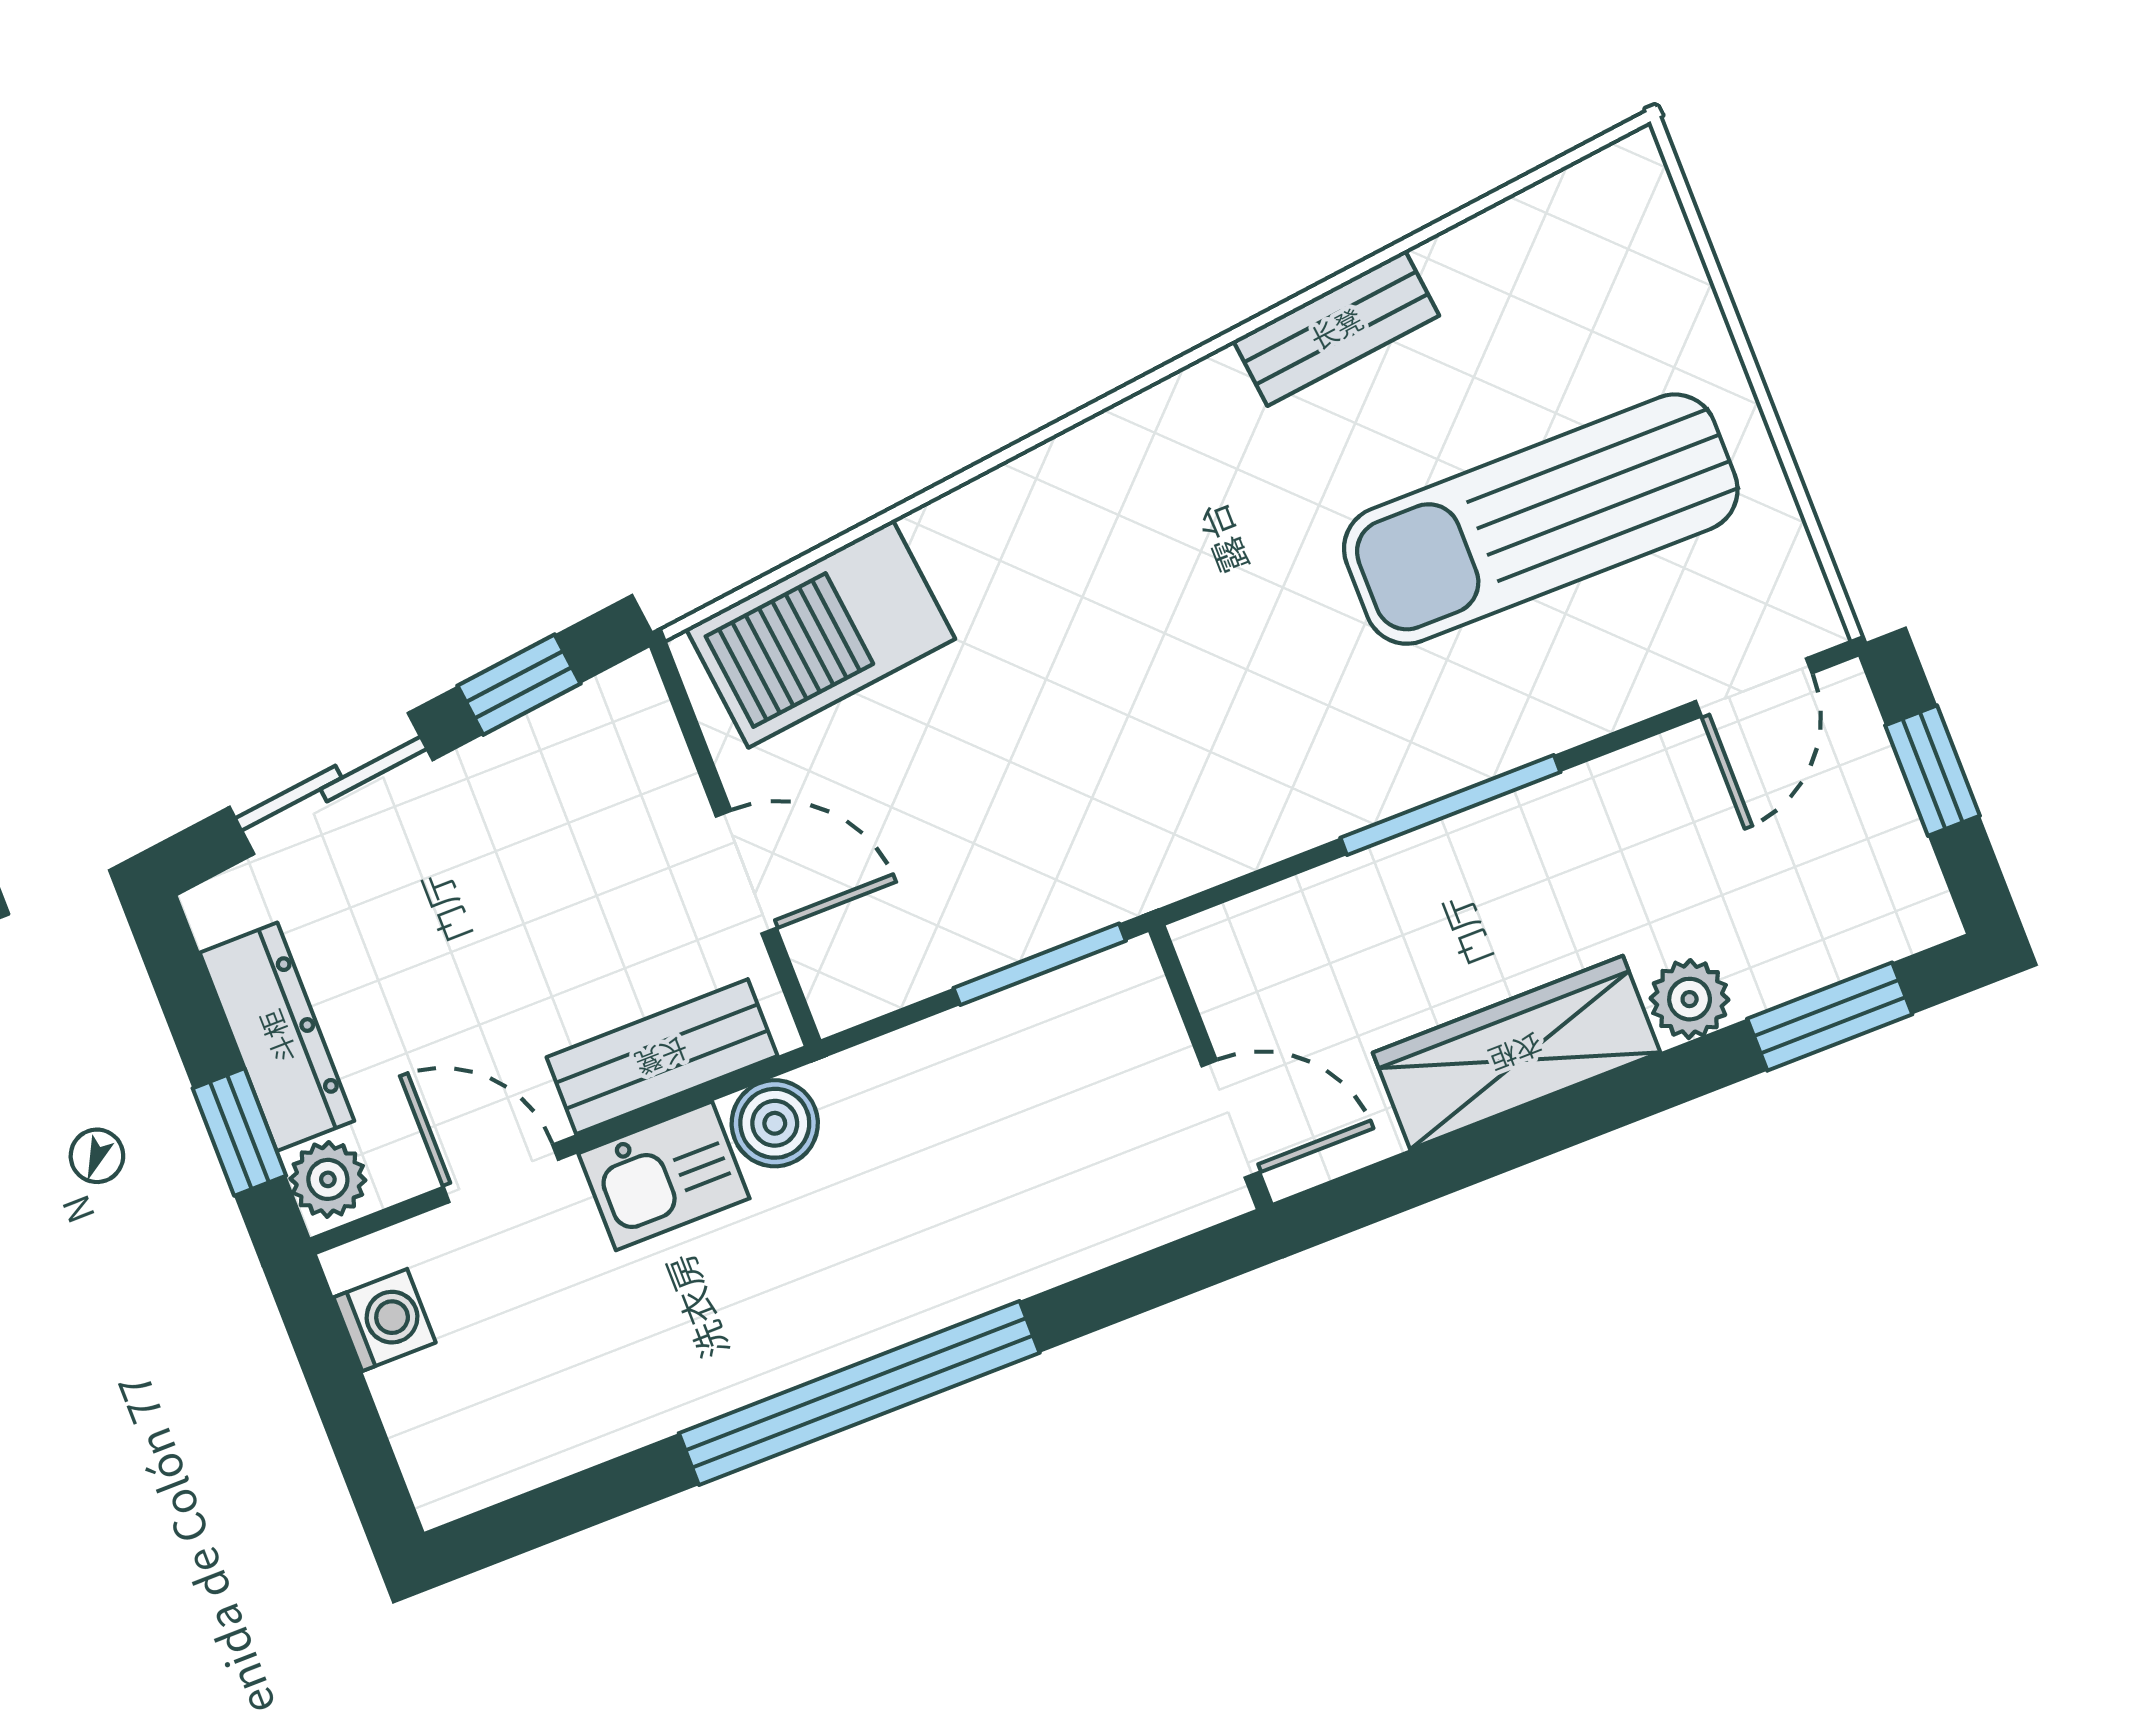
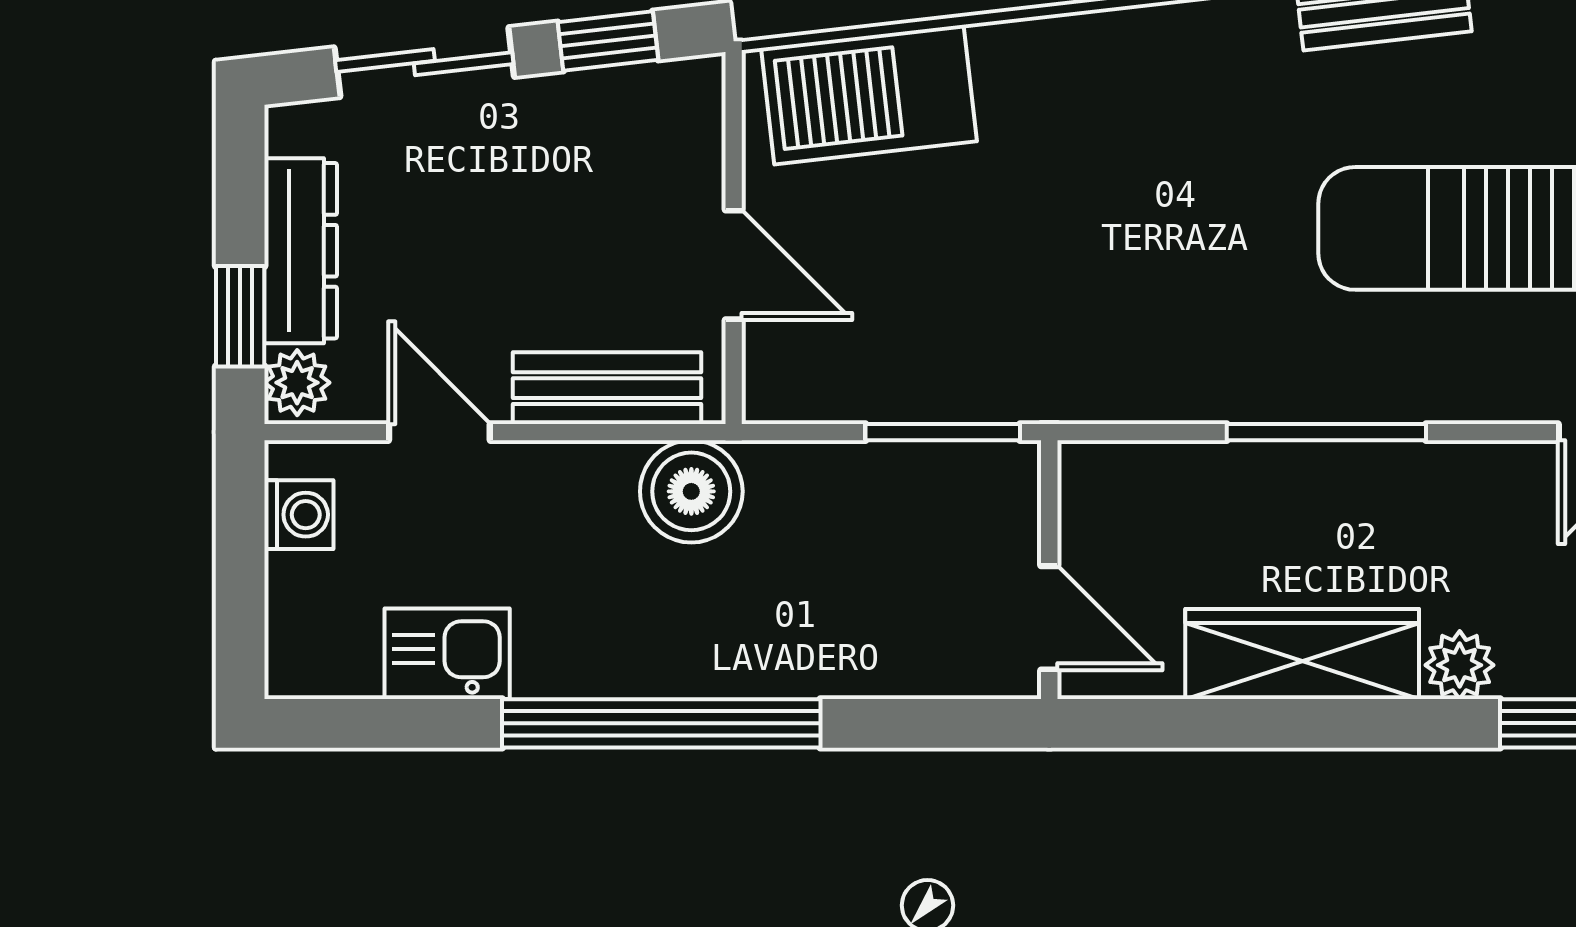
boiler: (775, 1123) -> (691, 491), width x1.36, depth x1.36
kitchen sink: (664, 1176) -> (447, 654), moved, turned 180

